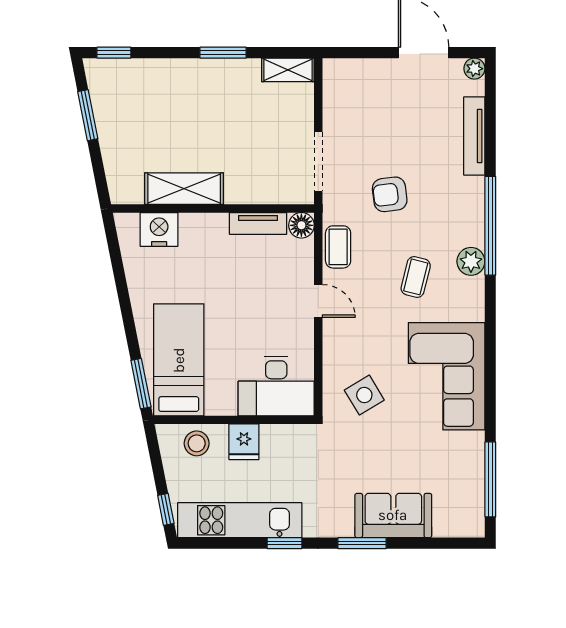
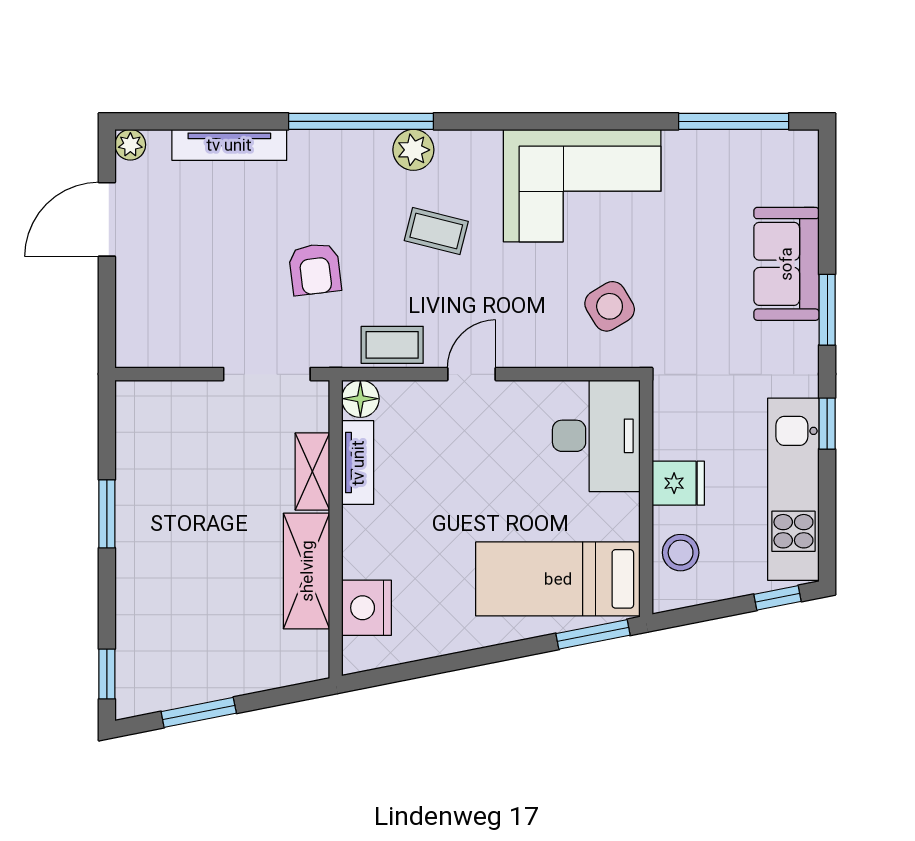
shelving: (288, 70) -> (312, 471), moved

